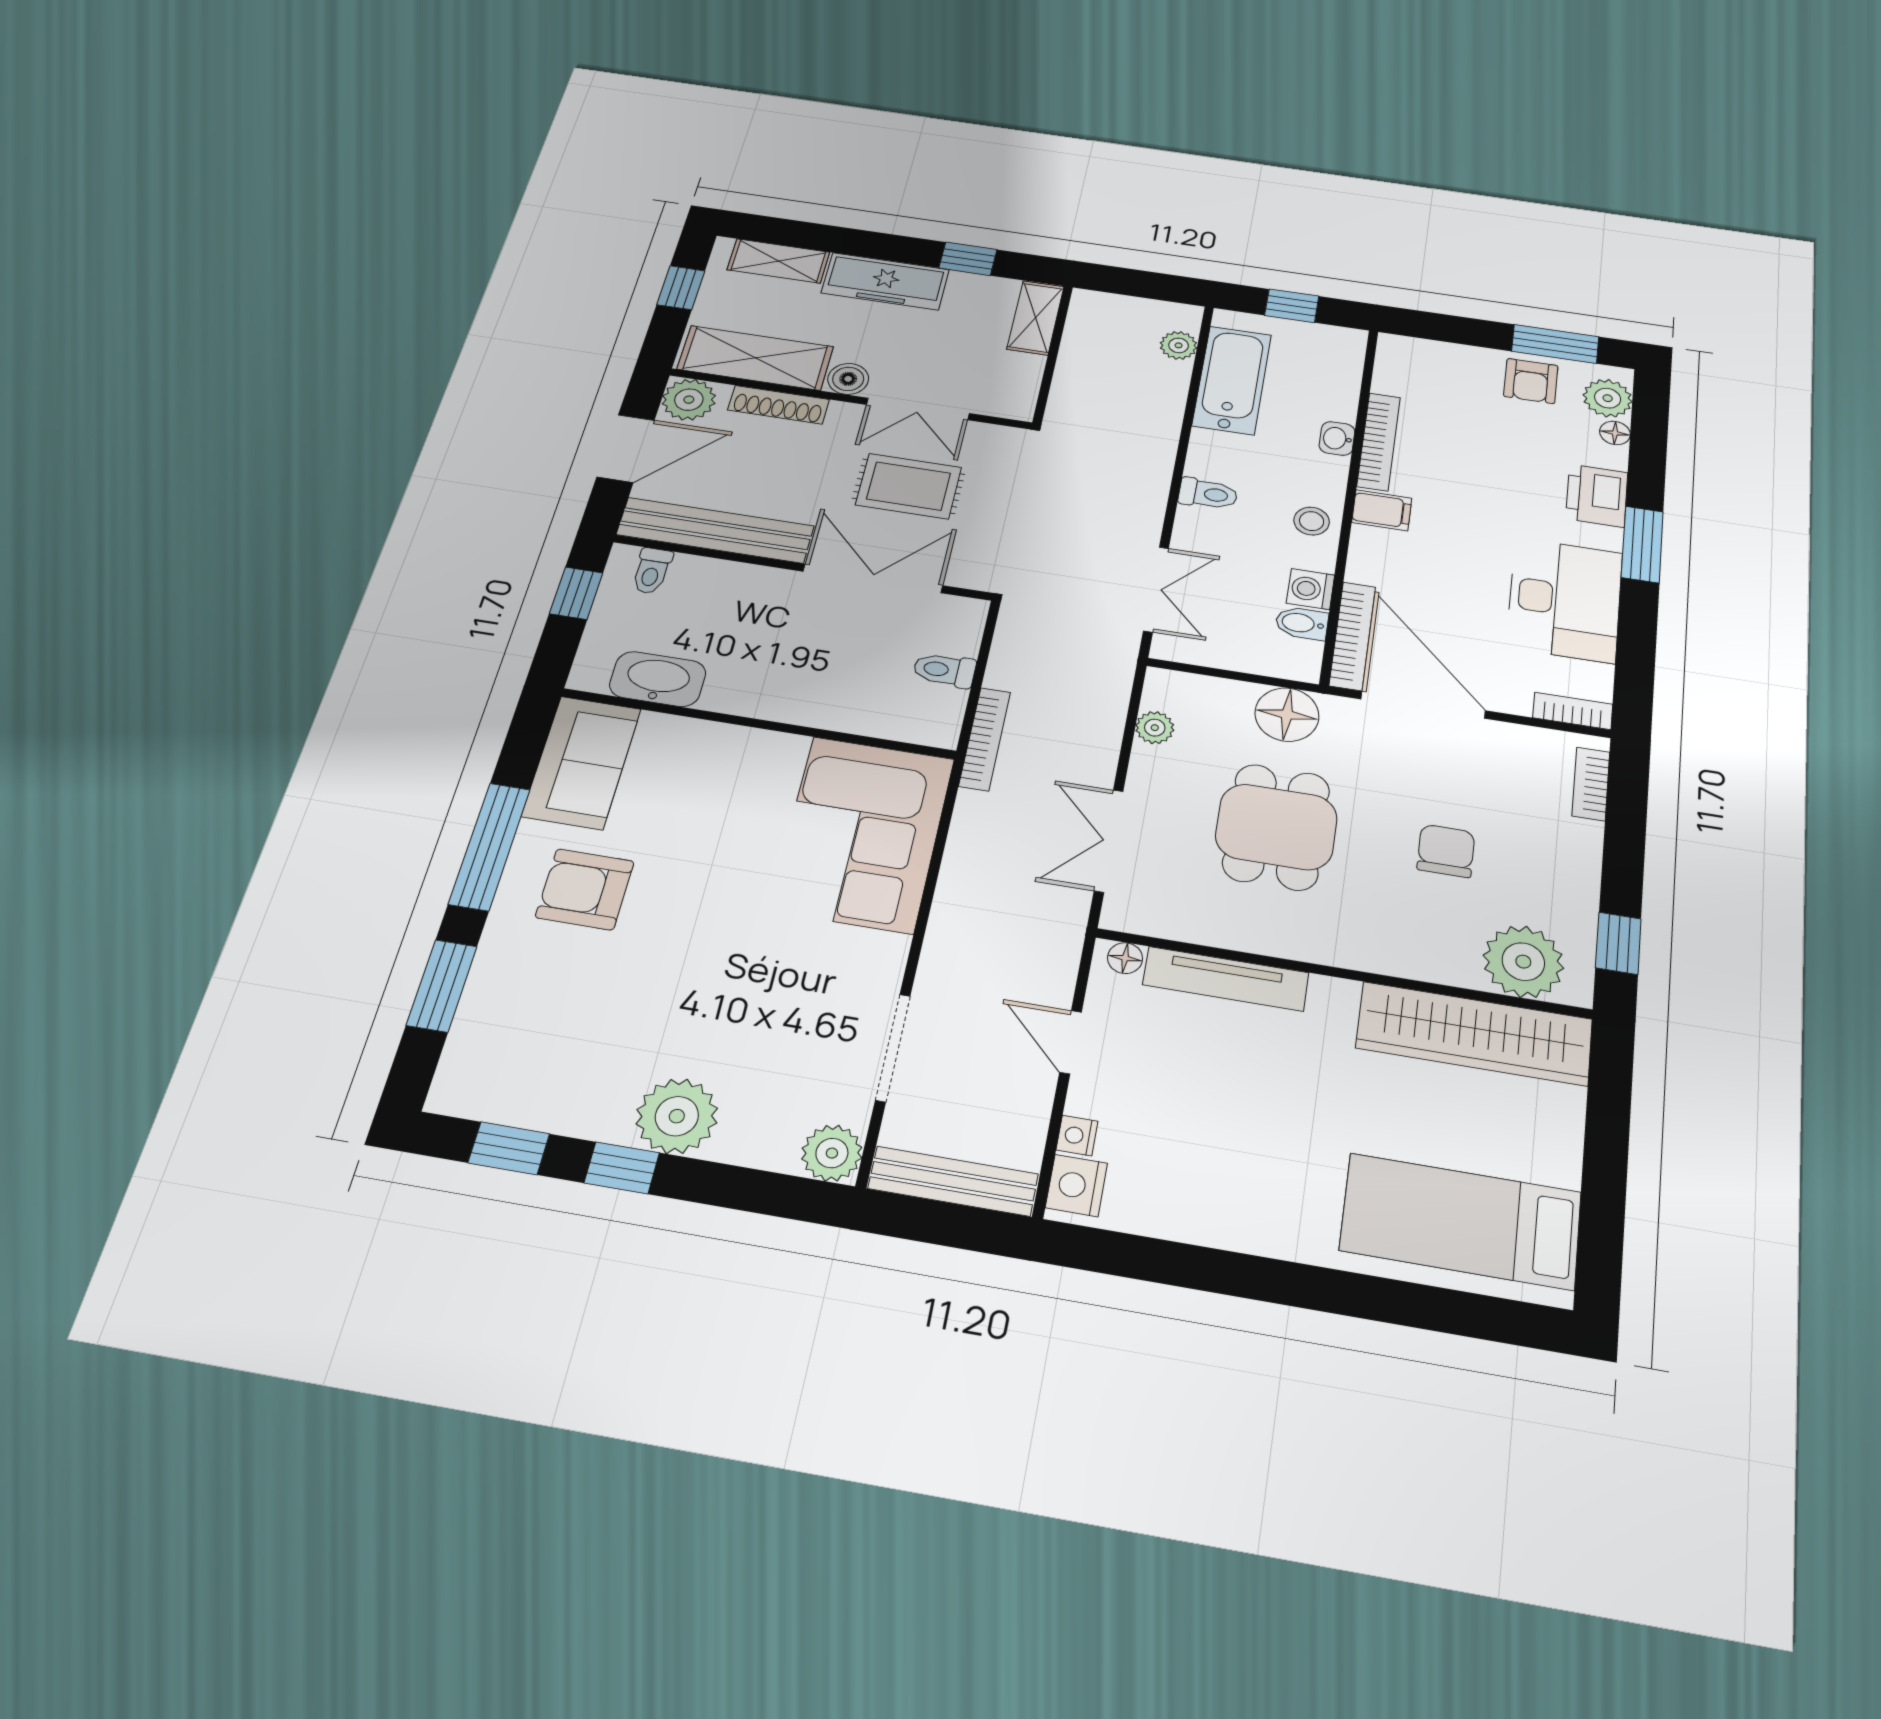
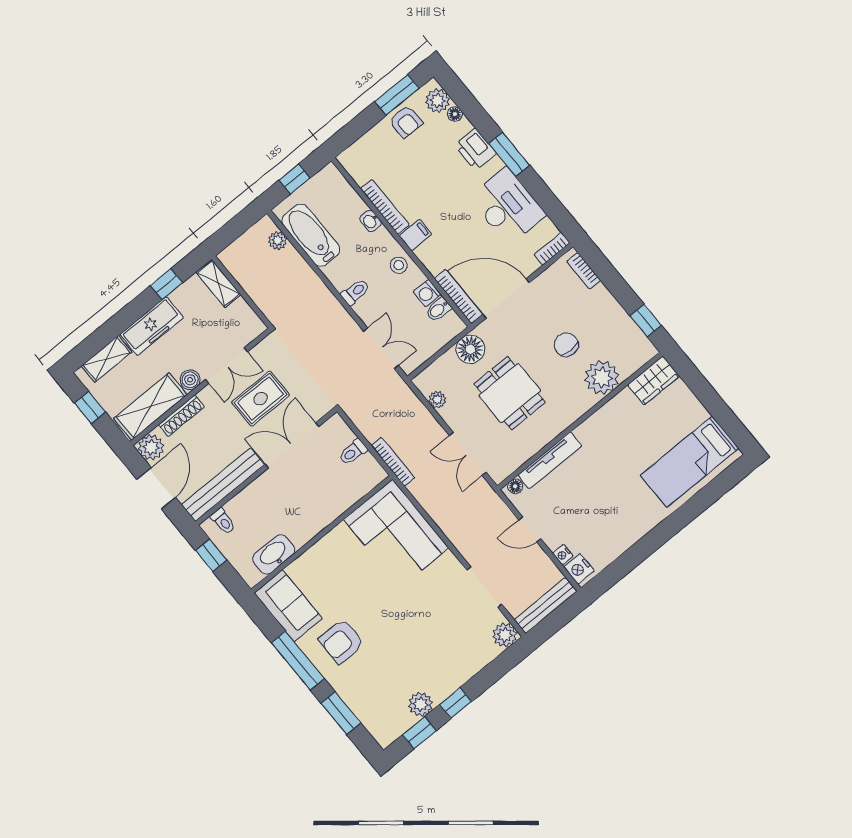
plant: (1523, 962) -> (602, 378), moved
wardrobe: (1474, 1034) -> (654, 380), width x0.48, depth x0.85
plant: (677, 1116) -> (421, 704), moved, width x0.73, depth x0.73

